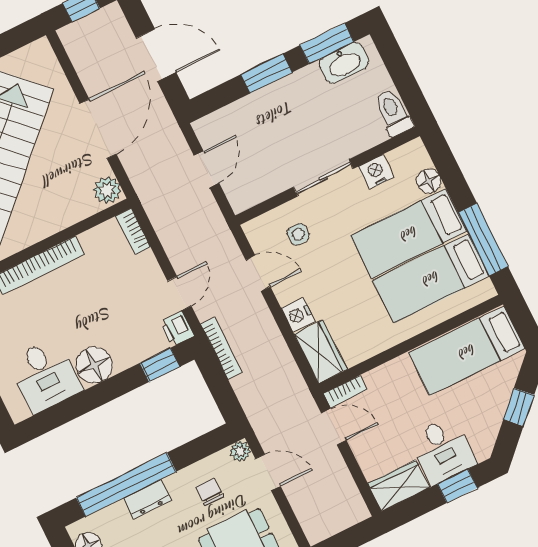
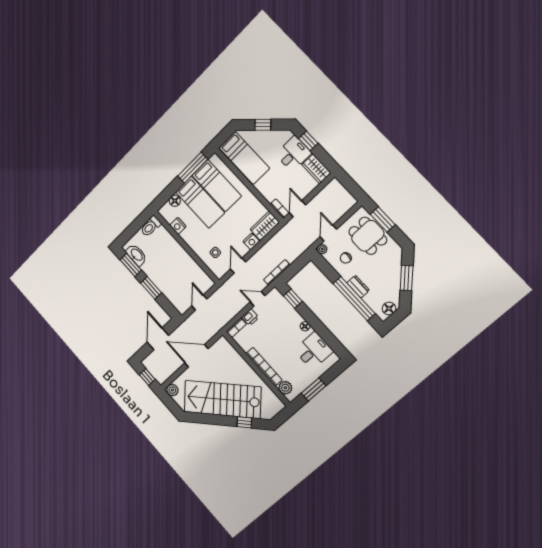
door: (206, 169) -> (199, 302), hinge flipped
sliding door: (323, 178) -> (188, 249), removed
plant: (107, 190) -> (172, 390), moved
printer: (177, 329) -> (250, 317), moved
floor lamp: (94, 365) -> (305, 326), width x0.53, depth x0.53

